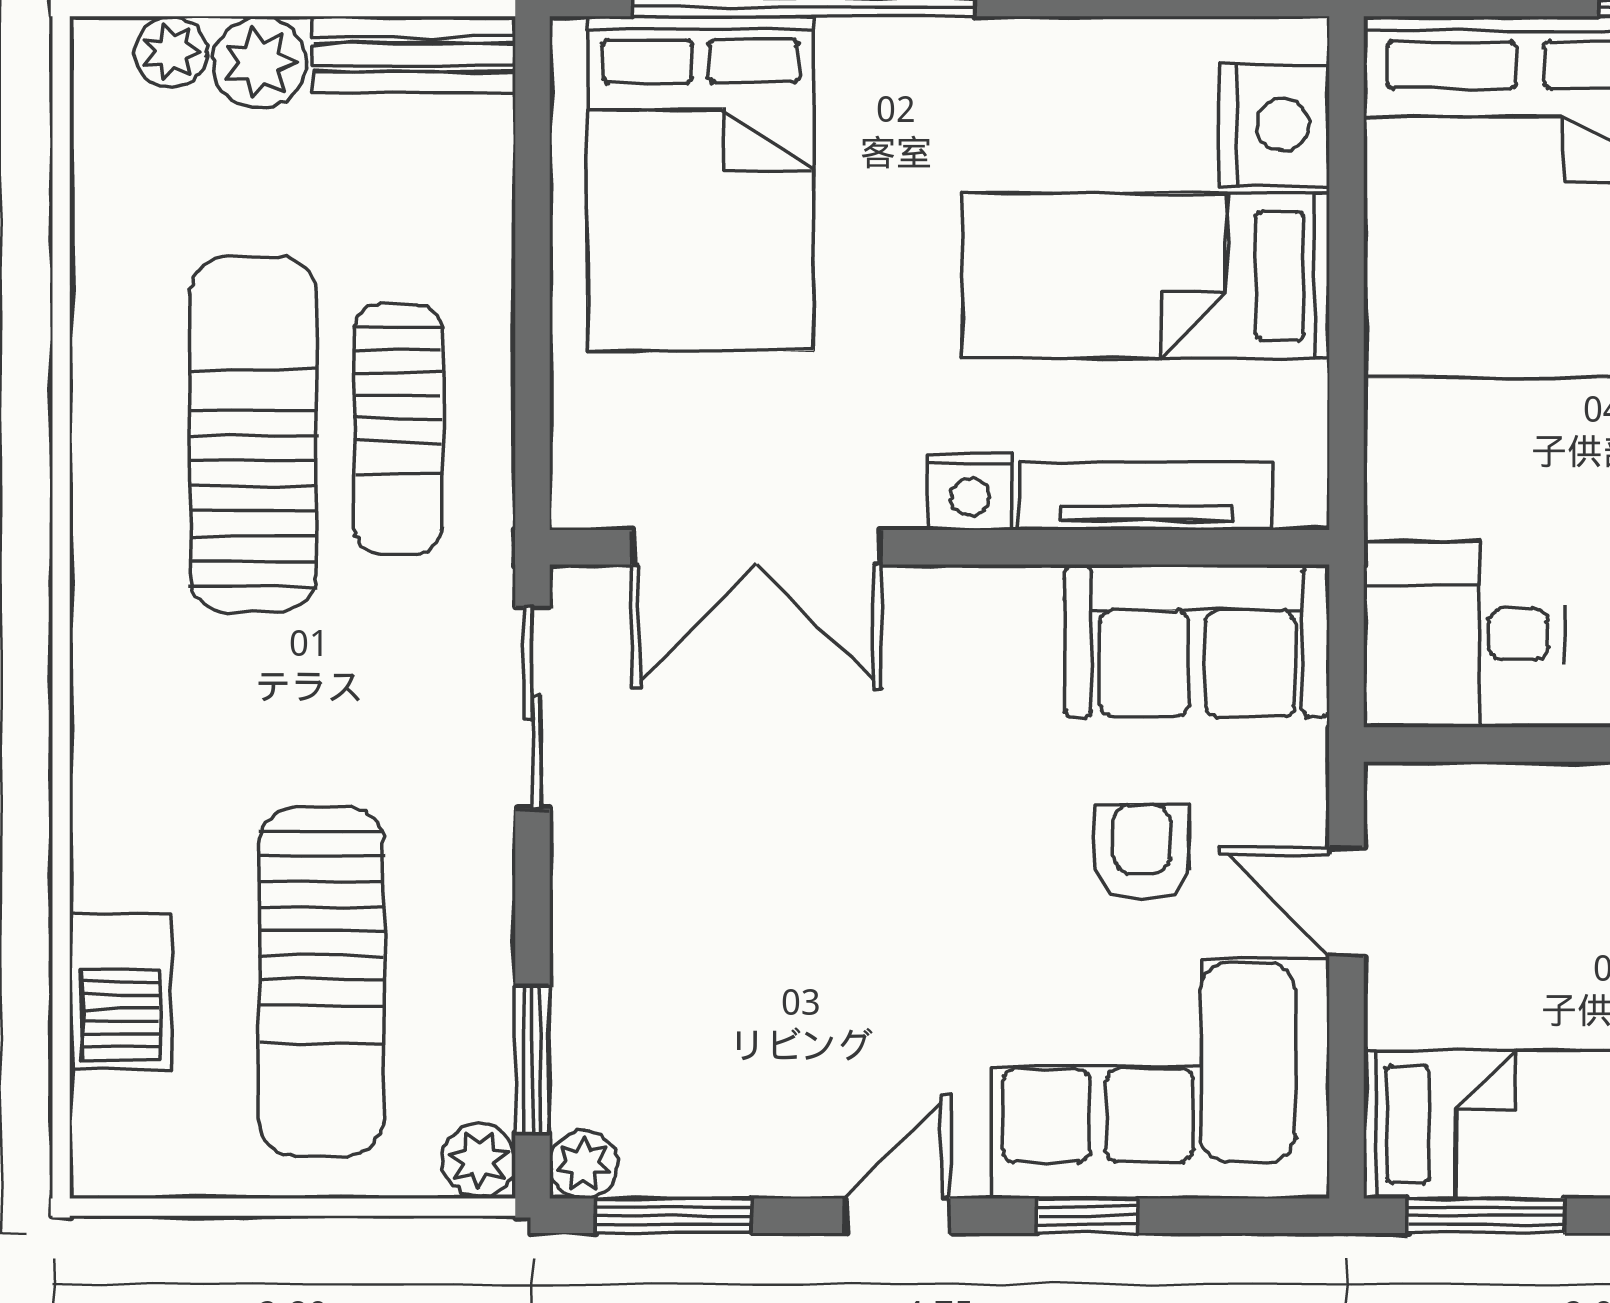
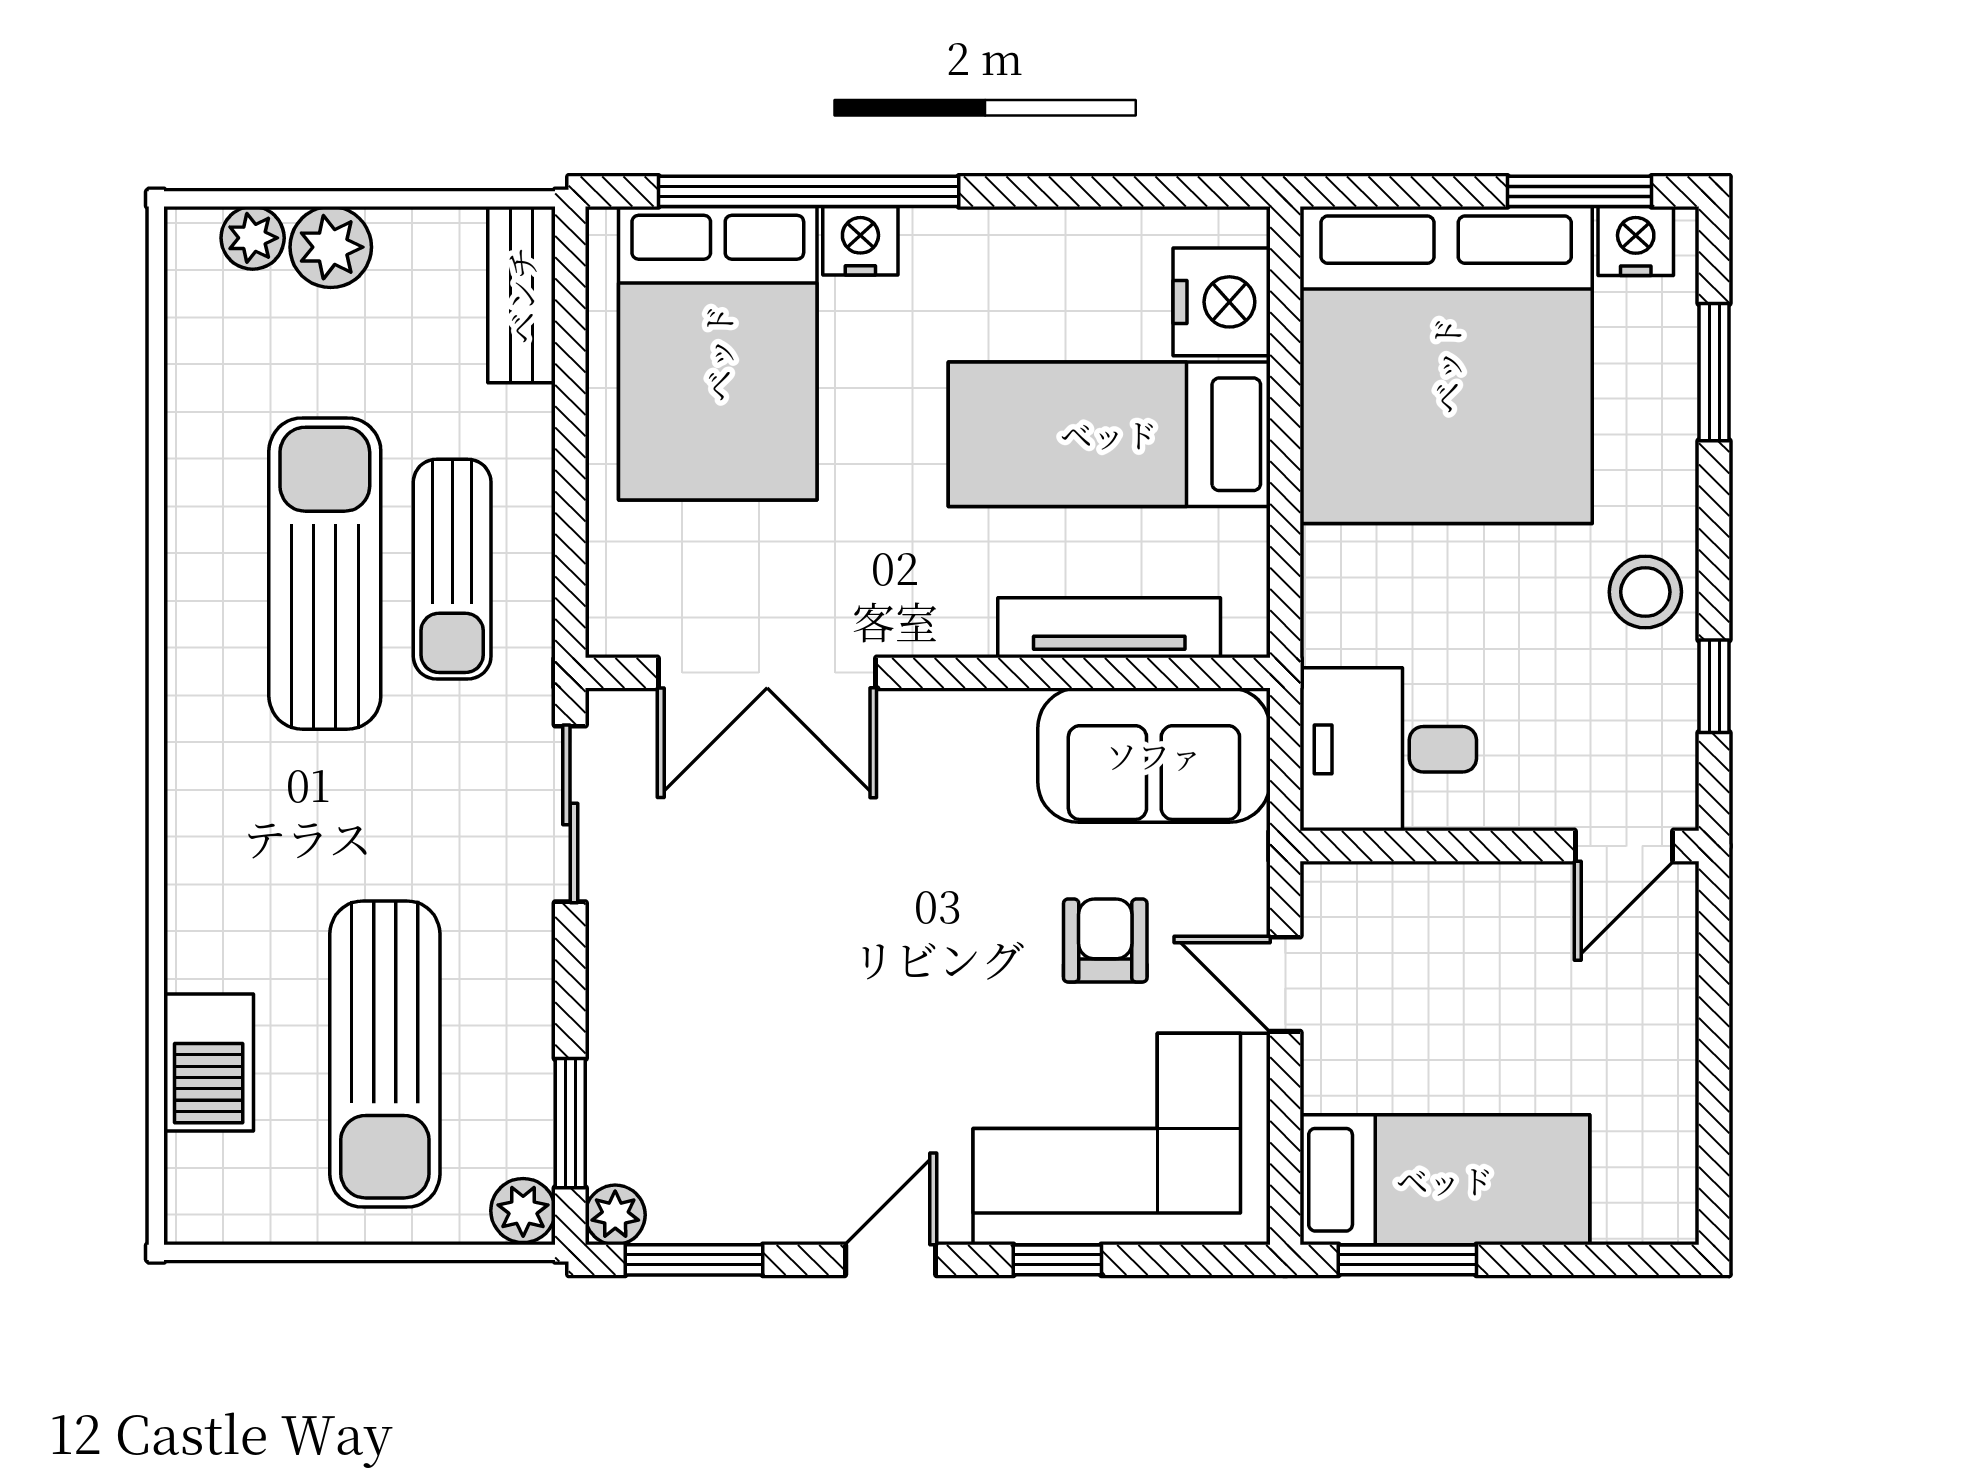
bench: (413, 54) -> (521, 295), moved, turned 90
nightstand: (970, 491) -> (860, 241), moved, turned 180

